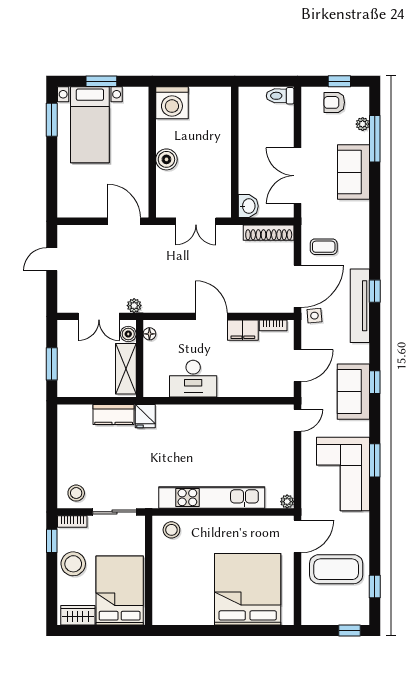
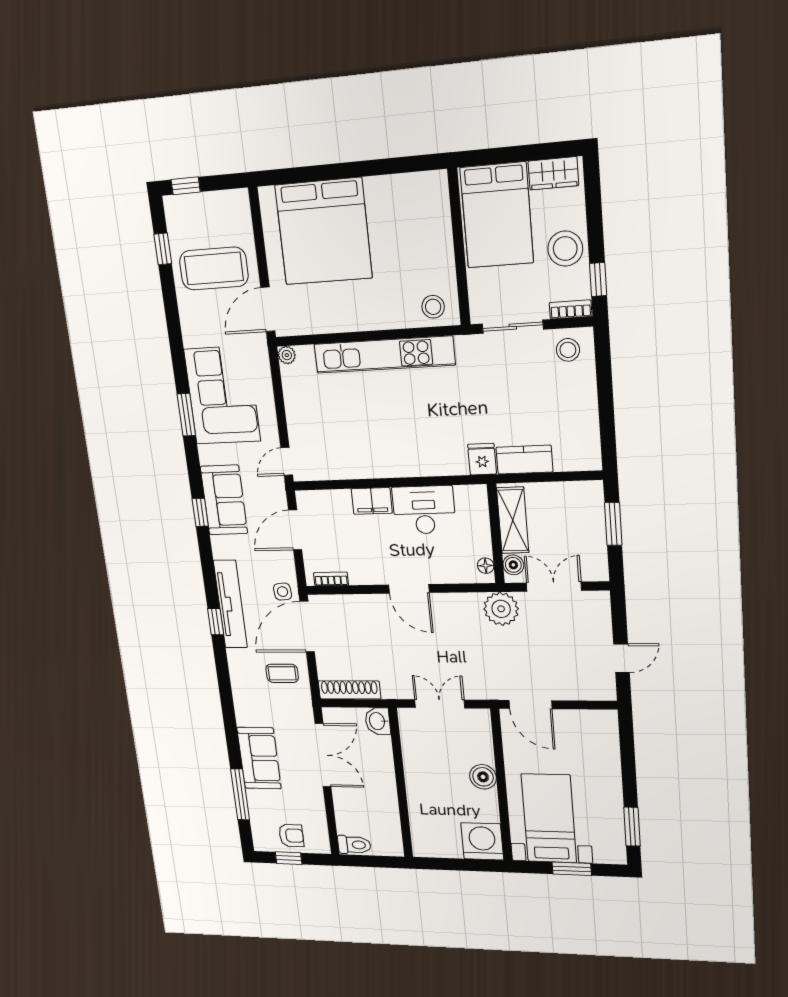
plant: (363, 124) -> (256, 811), removed
bed with nightstands: (90, 125) -> (549, 818), moved
plant: (134, 306) -> (501, 609), width x1.88, depth x1.88
filing cabinet: (243, 330) -> (372, 501), moved, turned 180

